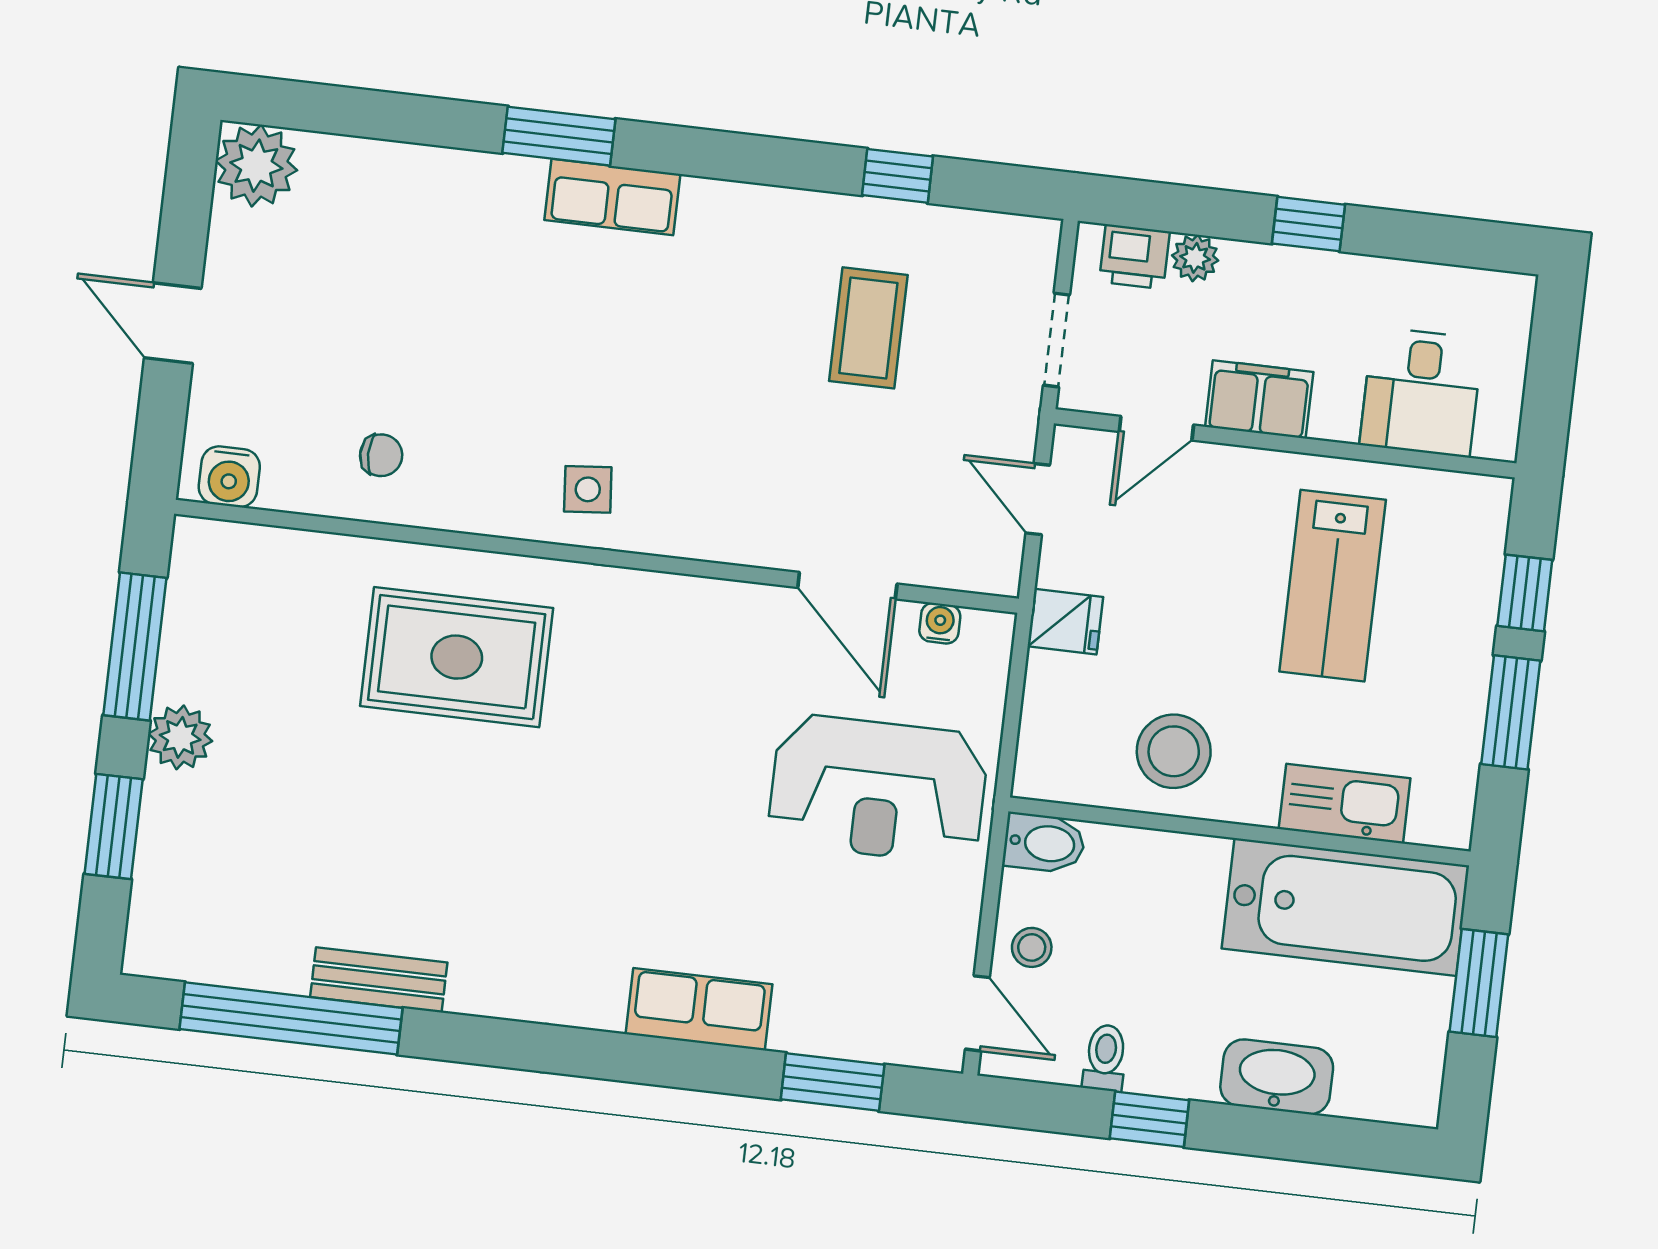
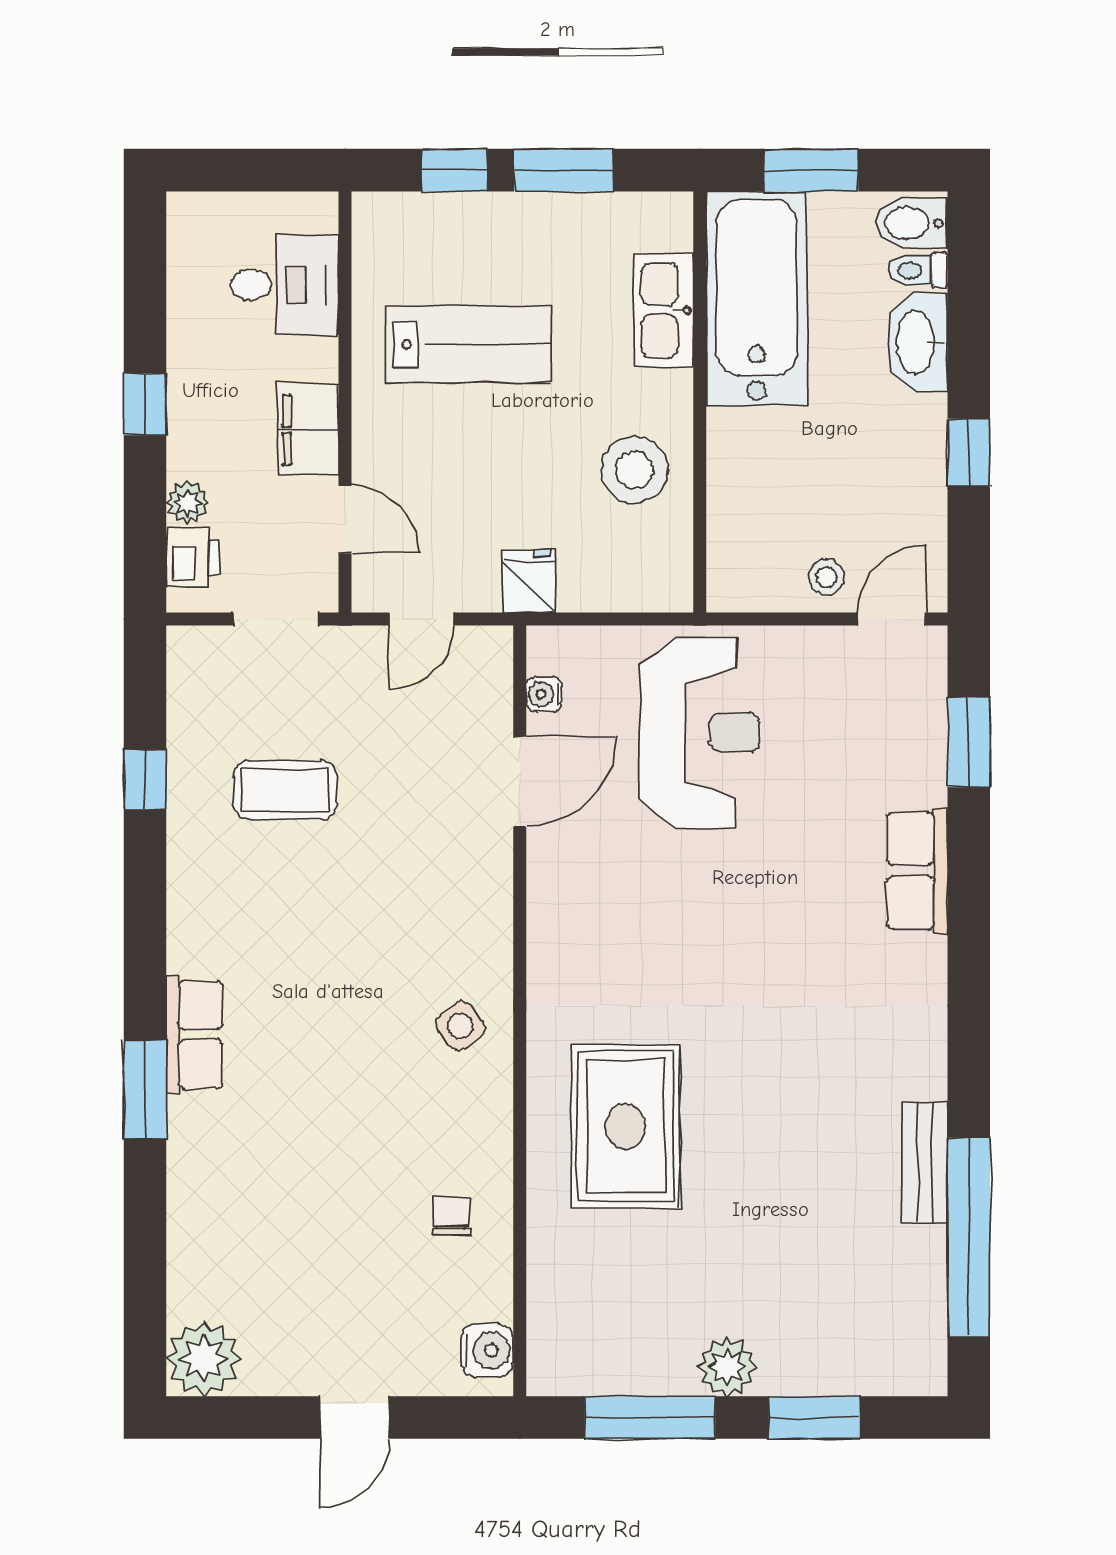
side table: (588, 489) -> (460, 1026), turned -34
bidet: (1044, 843) -> (912, 223), moved, turned -90
toilet: (1105, 1058) -> (918, 270), moved

